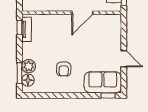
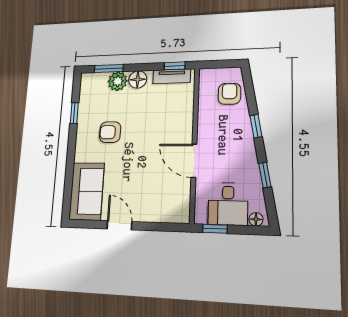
door: (124, 59) -> (119, 225), swing flipped
floor lamp: (28, 80) -> (138, 79), moved
window: (108, 95) -> (74, 113), moved

